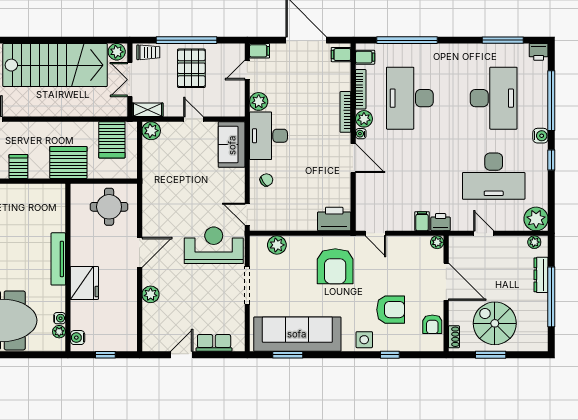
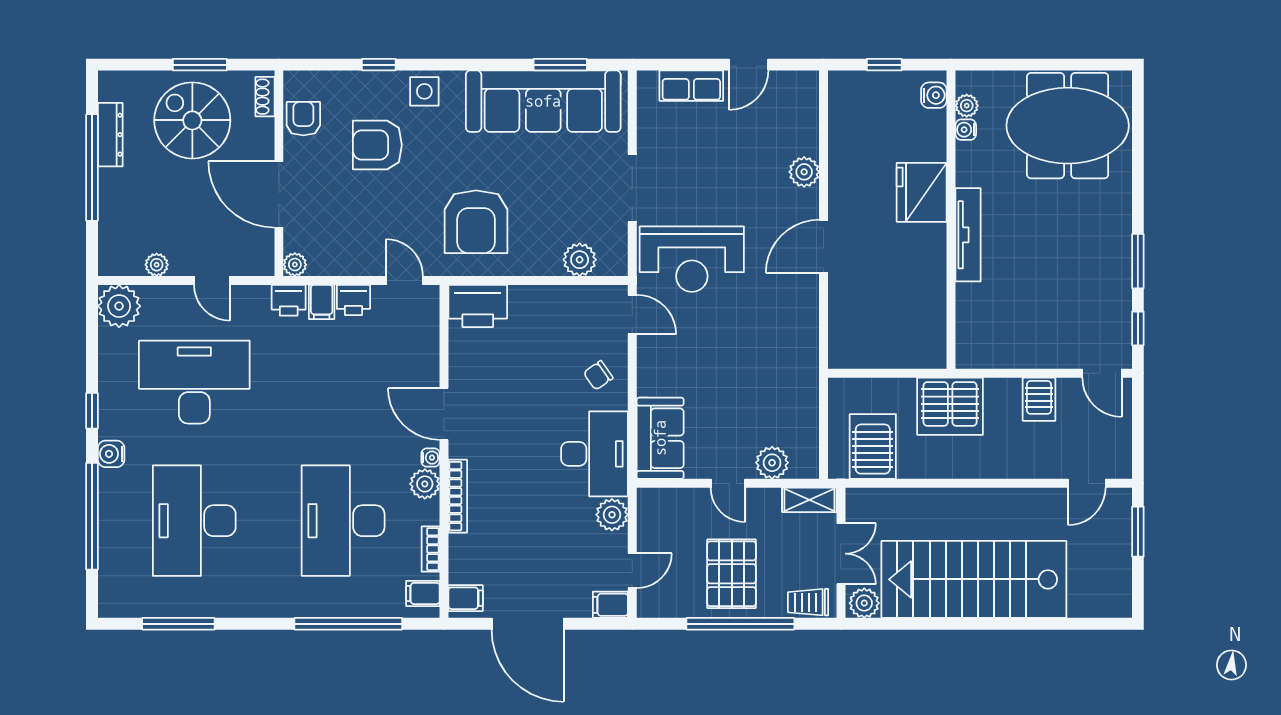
printer: (539, 52) -> (353, 300), moved, turned 180
bookcase: (361, 89) -> (431, 549), width x0.64
desk: (410, 98) -> (343, 521), turned 180
plant: (151, 131) -> (772, 463), moved
round table: (109, 207) -> (878, 328), removed
plant: (534, 242) -> (157, 265), moved
armchair: (335, 266) -> (476, 222), turned 180
dresser: (541, 275) -> (110, 135), moved
spiral stairs: (495, 323) -> (192, 120), turned 180

